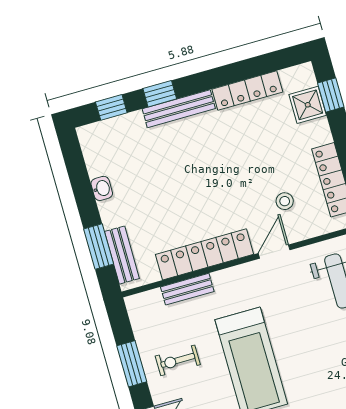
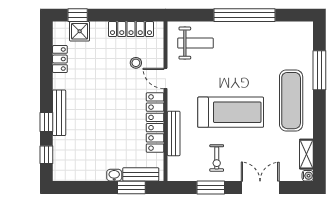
locker: (247, 91) -> (60, 59), width x0.66
washbasin: (102, 188) -> (114, 175), moved
bench: (187, 289) -> (174, 133), width x1.36

